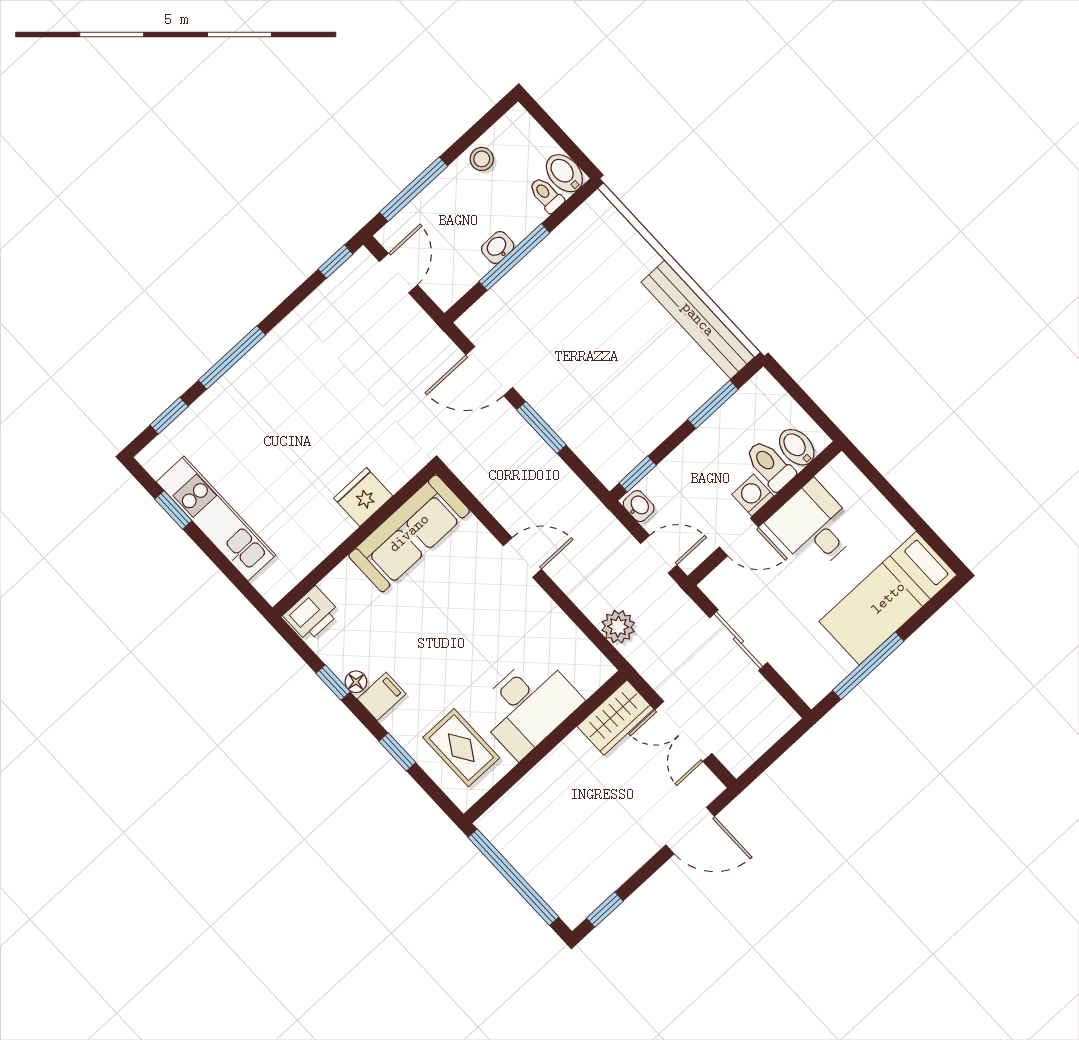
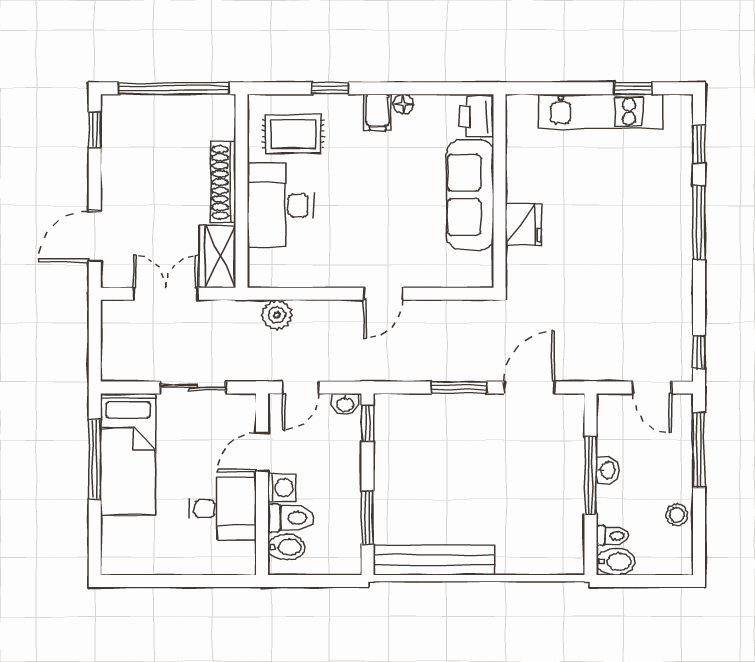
sofa: (409, 533) -> (470, 195), moved
bed: (888, 598) -> (128, 454), moved, turned 180
window: (333, 683) -> (417, 88), removed
shoe rack: (552, 768) -> (223, 182), added

